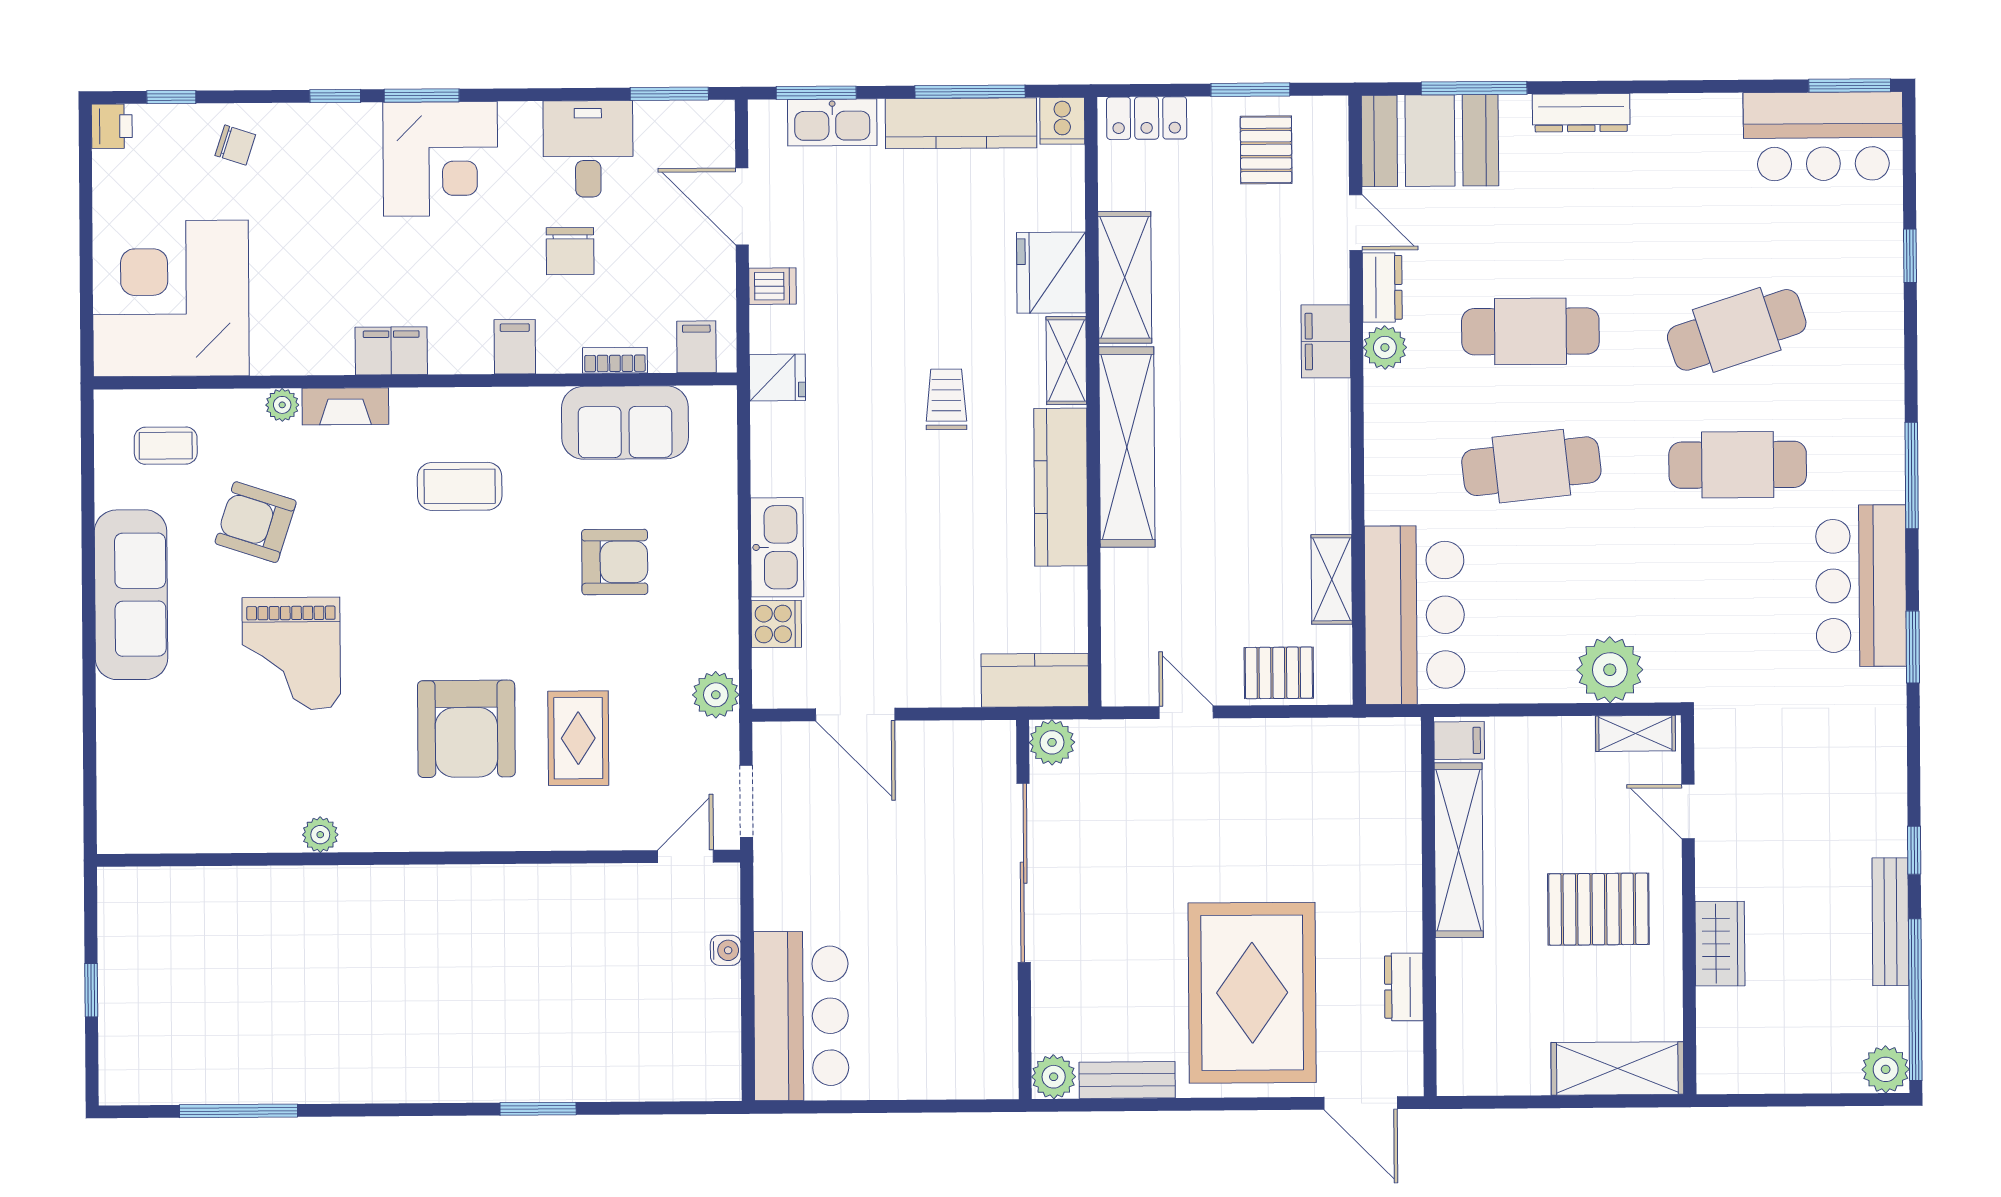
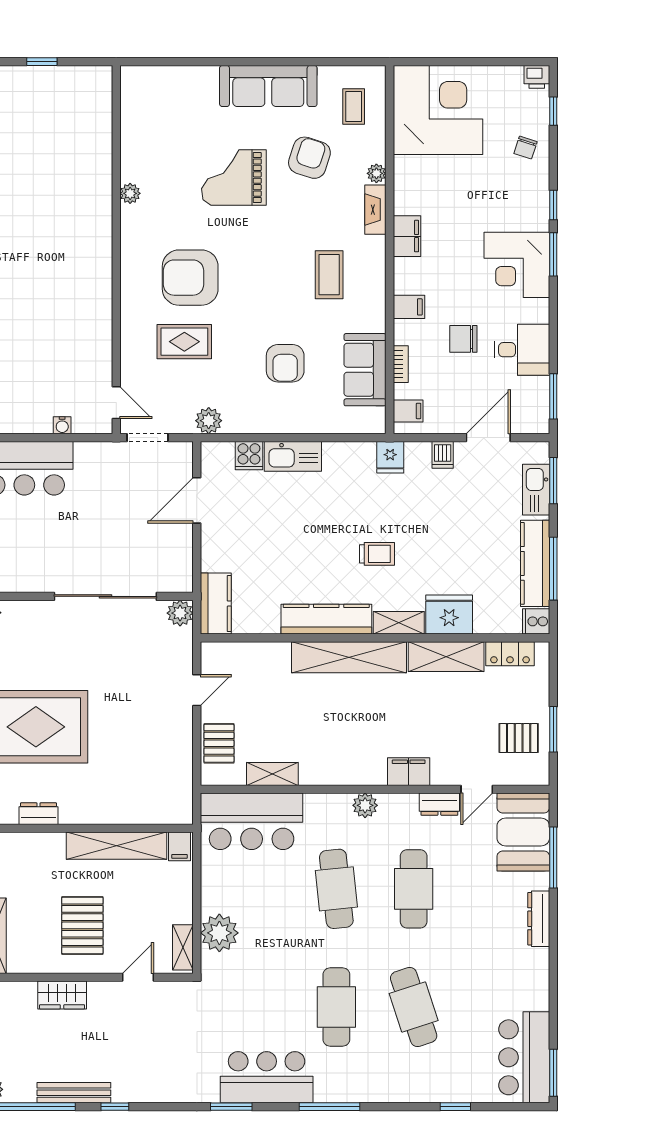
locker: (1147, 118) -> (510, 654), moved, turned -90
plant: (1385, 347) -> (365, 805), moved

